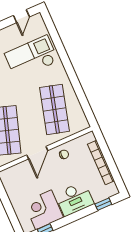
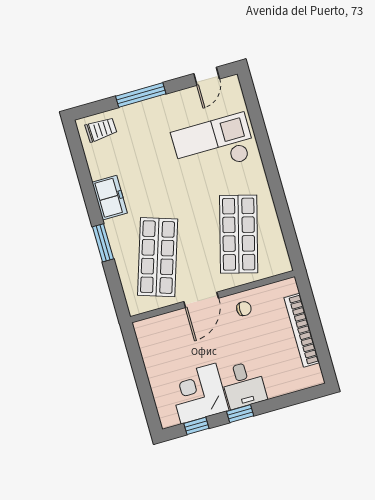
desk: (74, 199) -> (244, 385), width x0.73
window: (103, 204) -> (240, 414), moved

